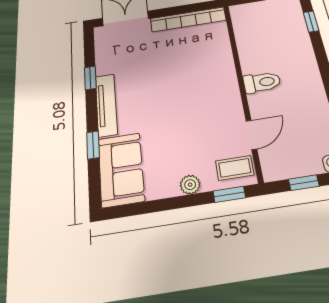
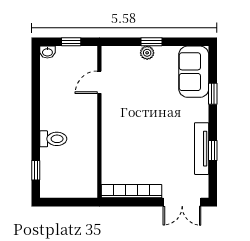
toilet: (262, 82) -> (53, 139), moved, turned 180
tv unit: (106, 105) -> (202, 149), moved
coffee table: (235, 168) -> (115, 60), removed
window: (229, 194) -> (152, 42), moved

